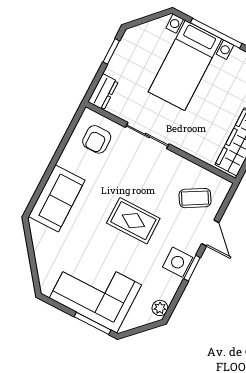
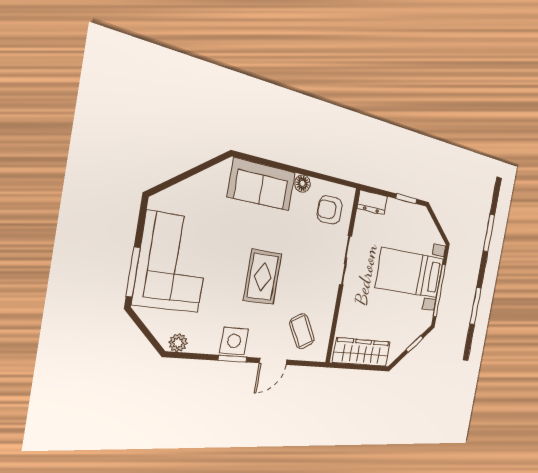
floor lamp: (66, 160) -> (303, 183), added

